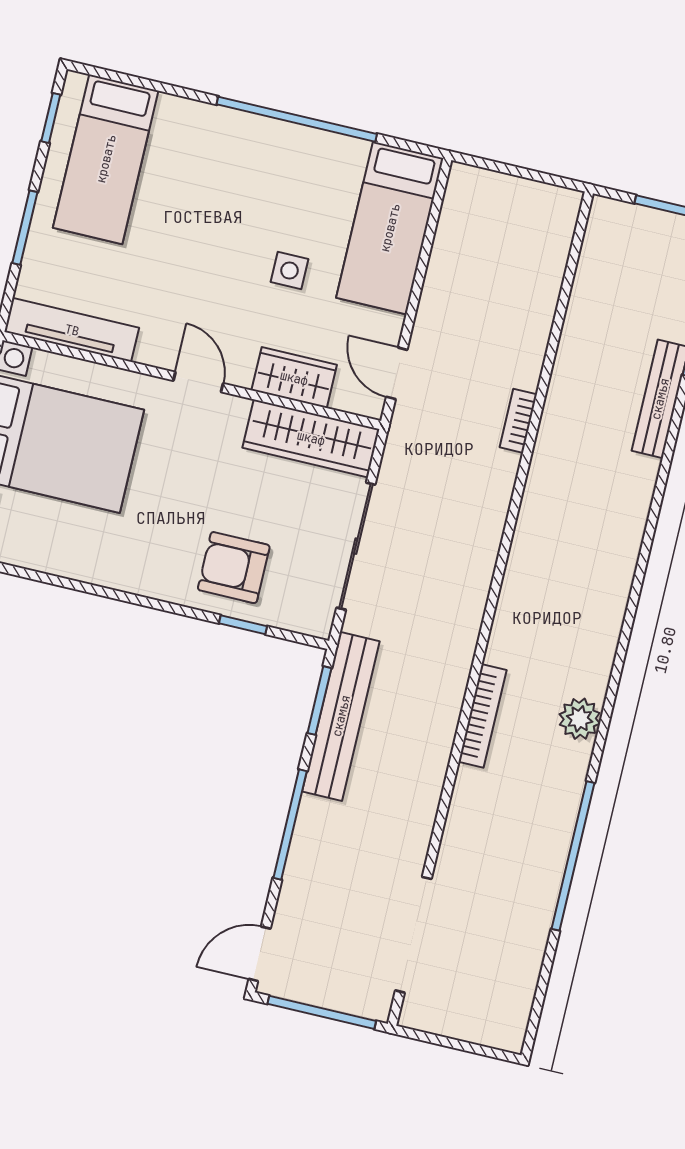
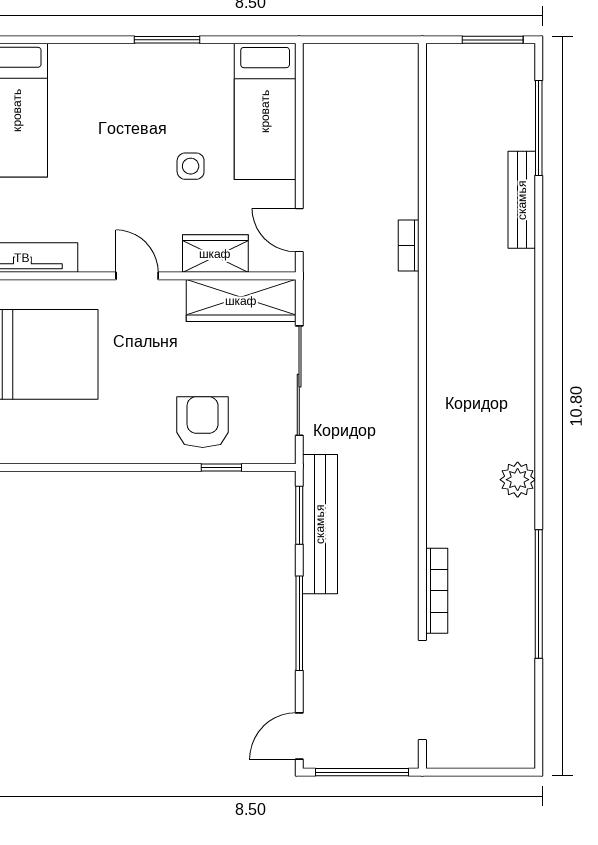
window: (297, 119) -> (167, 40), width x0.47
armchair: (234, 568) -> (203, 422), turned 90
bookcase: (482, 716) -> (437, 591), moved

